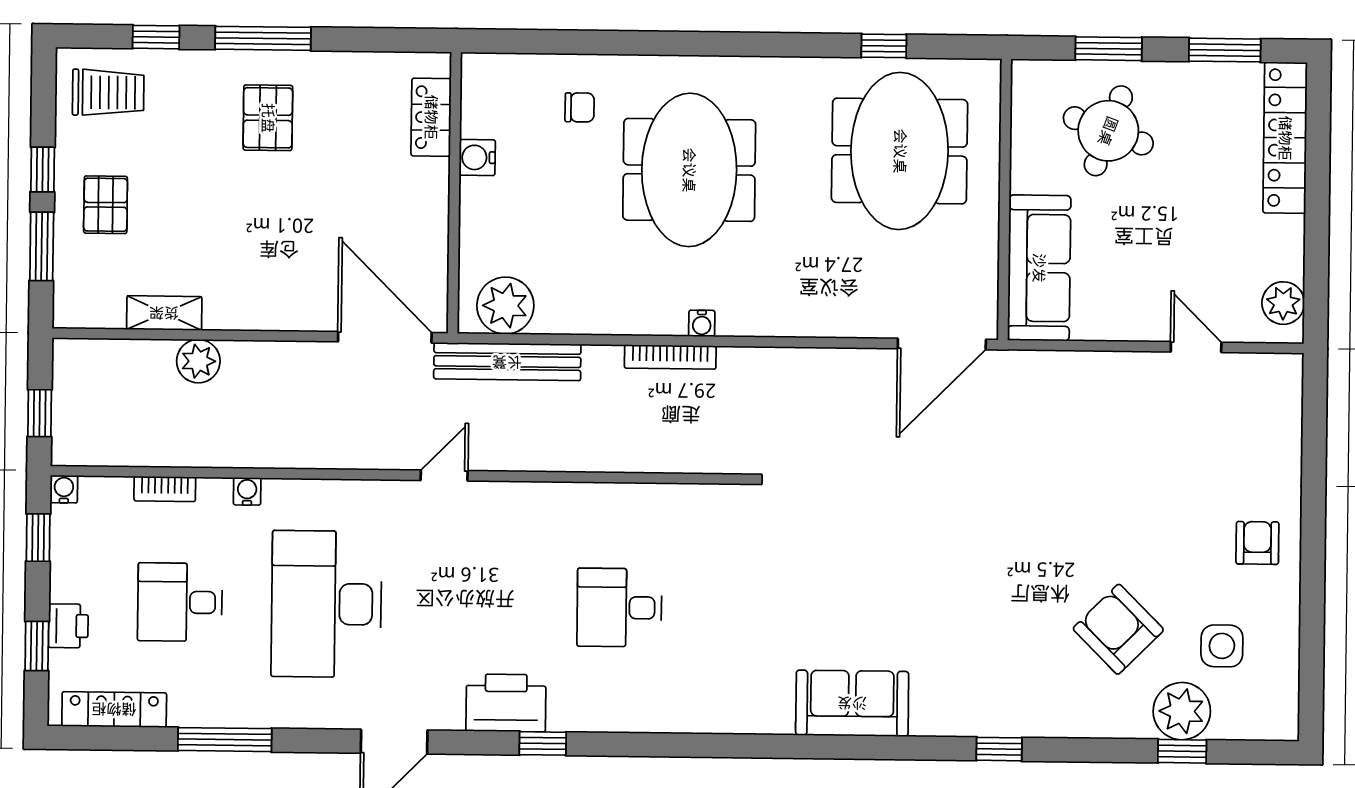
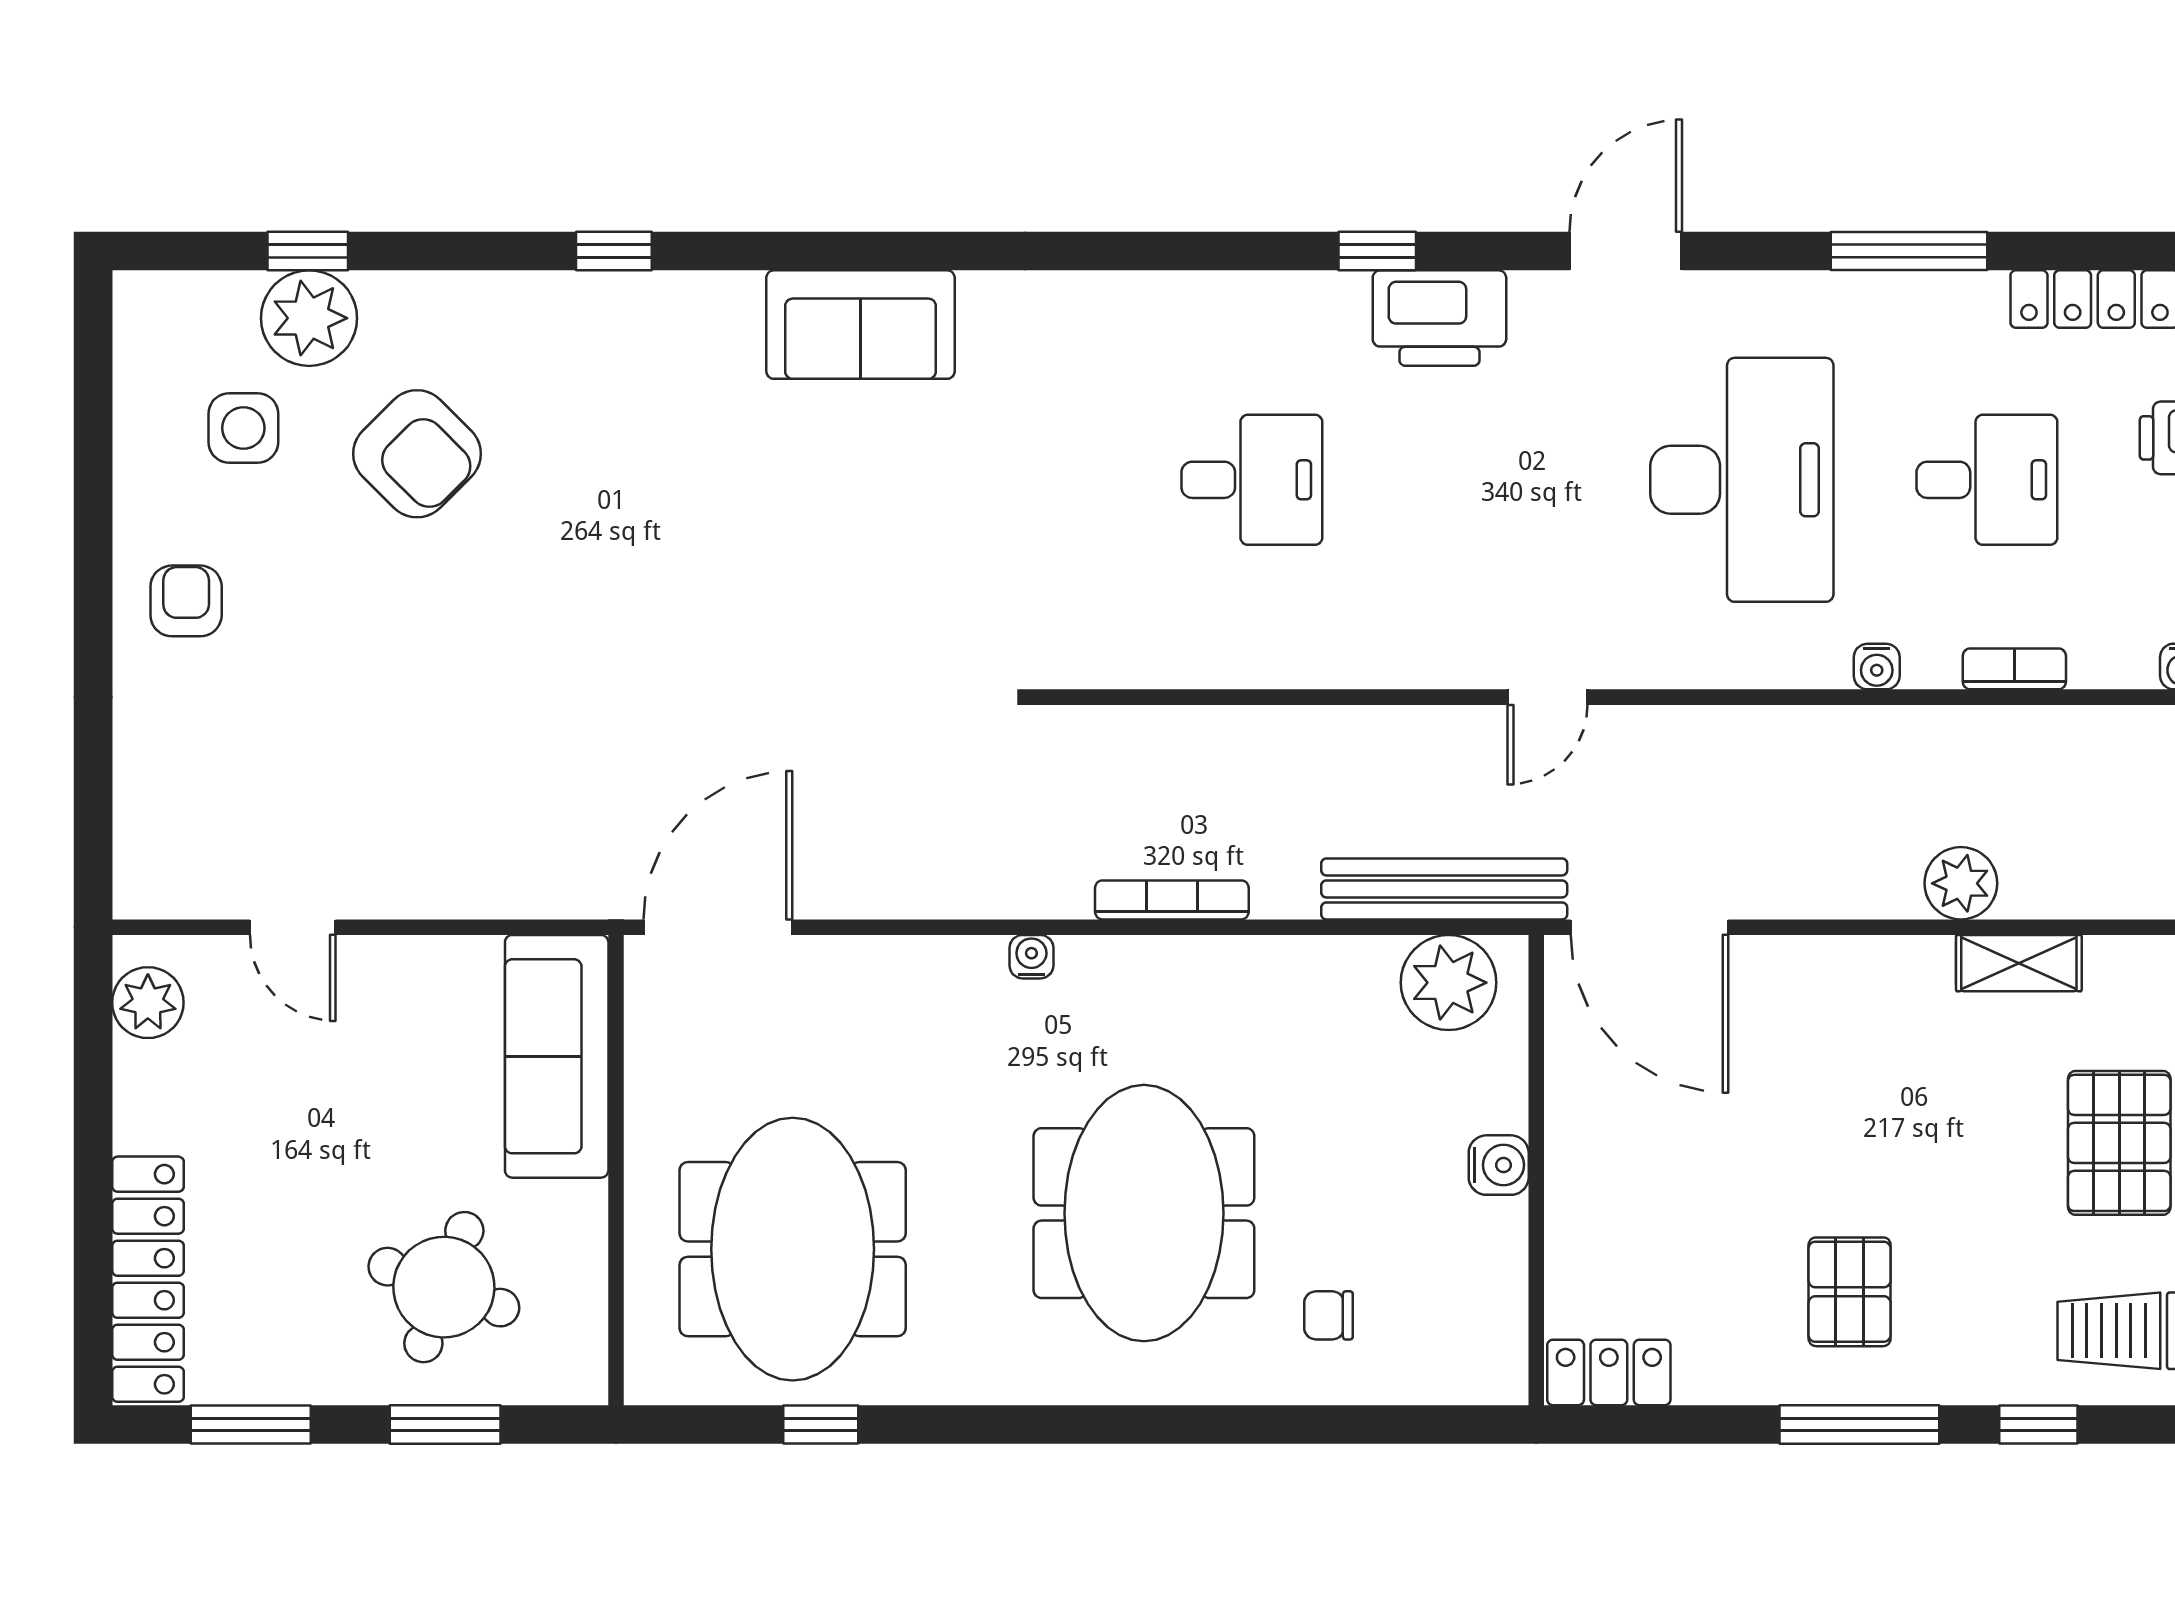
locker: (431, 117) -> (1609, 1372), moved, turned -90
water cooler: (477, 157) -> (1499, 1165), moved
pallet: (106, 205) -> (2119, 1143), width x1.50, depth x1.42
water cooler: (702, 323) -> (1031, 957), moved
armchair: (1257, 543) -> (186, 601), turned 180

